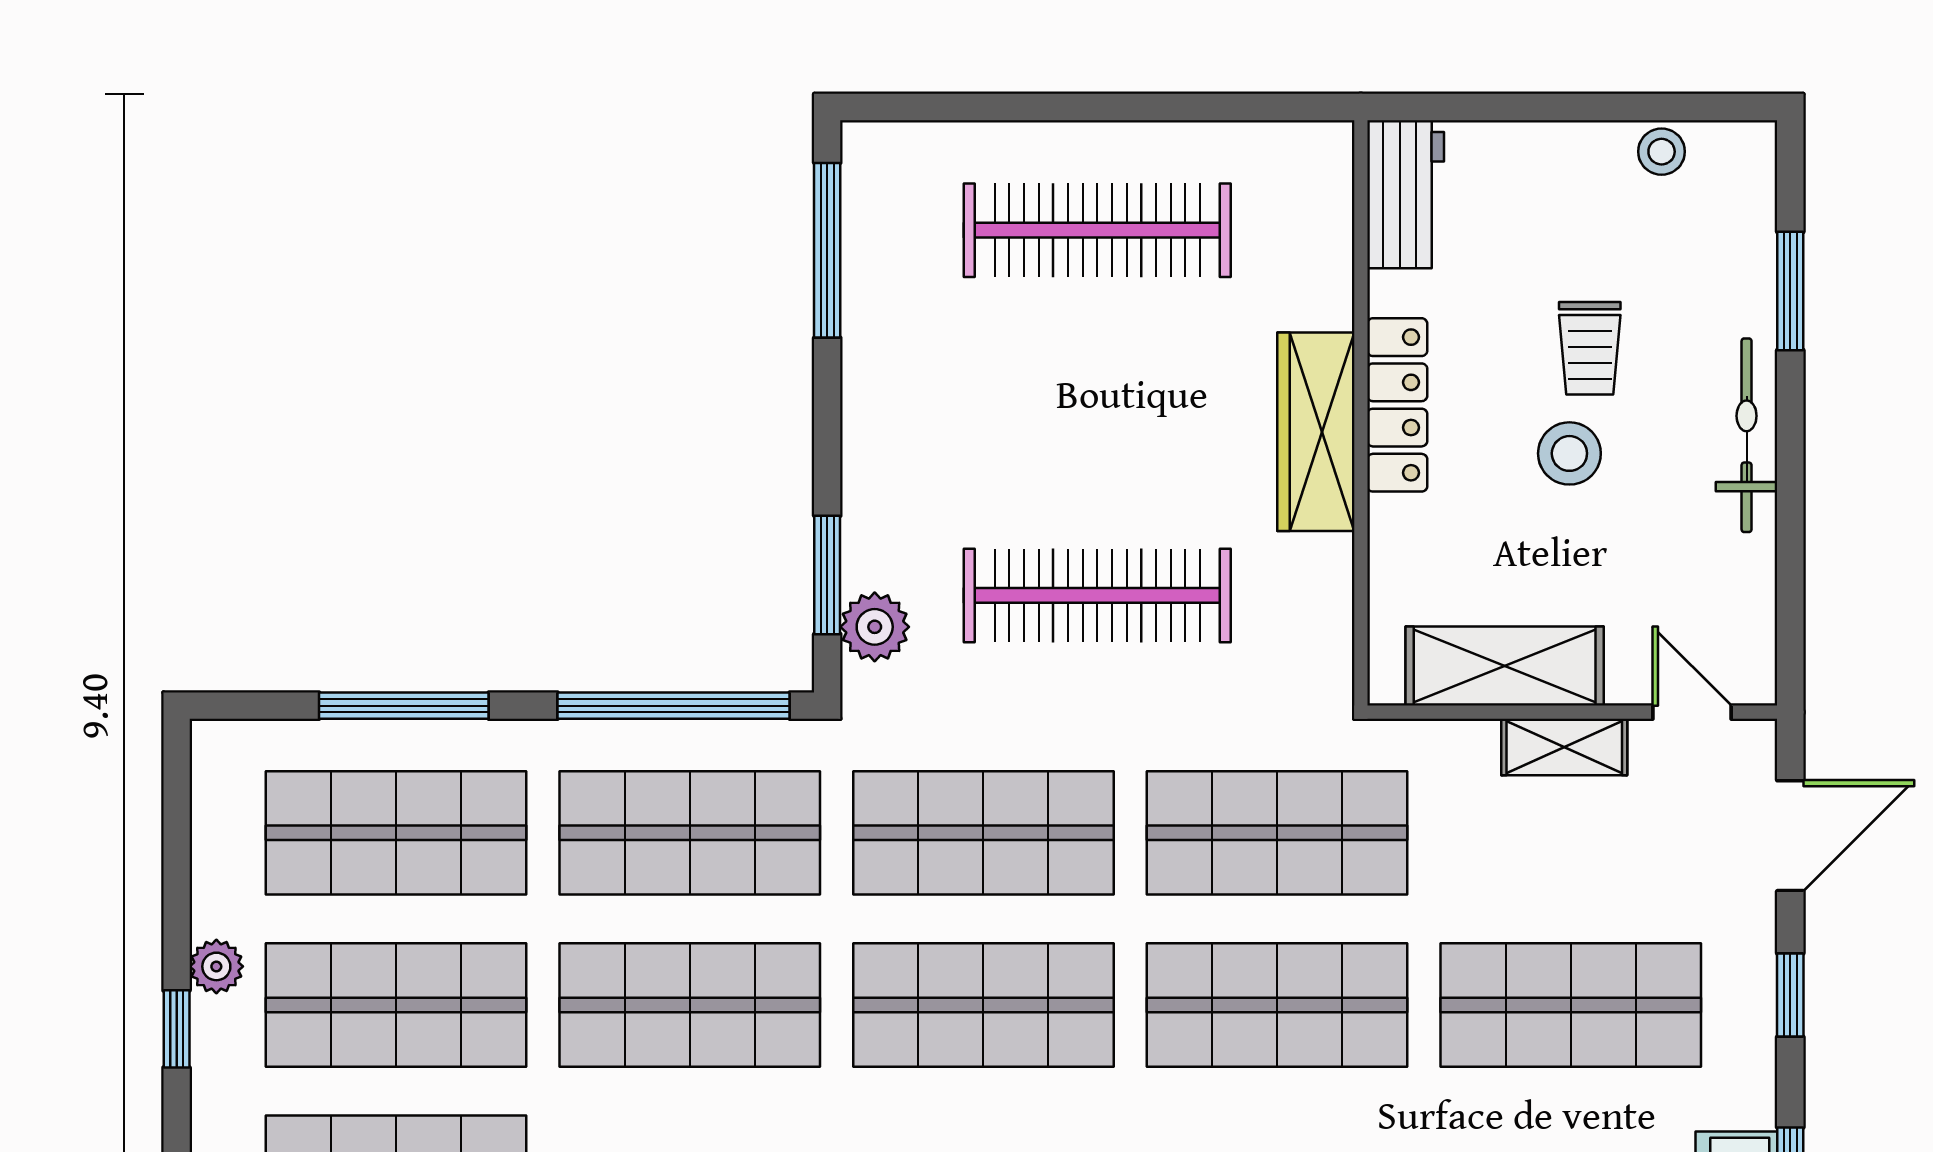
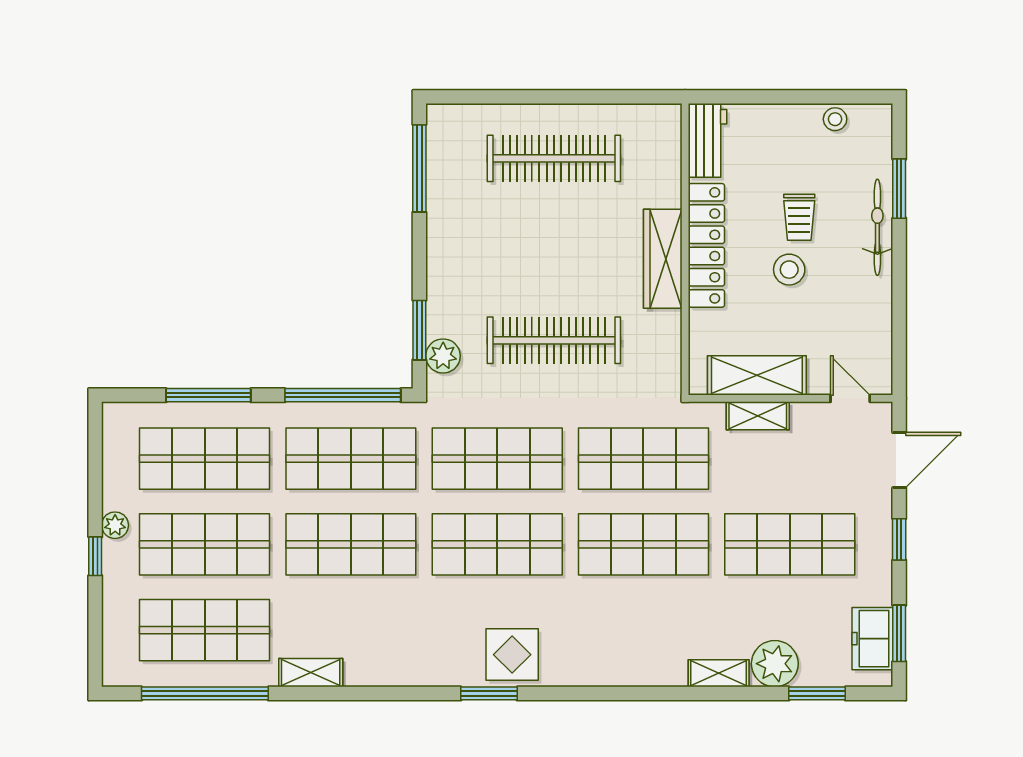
locker: (1397, 405) -> (706, 245), width x1.41, depth x1.21
bicycle: (1747, 435) -> (877, 227), moved
shelving: (1564, 747) -> (758, 416), moved

